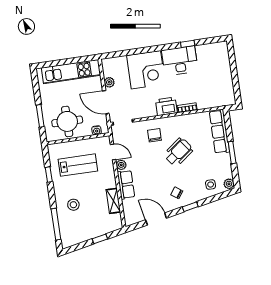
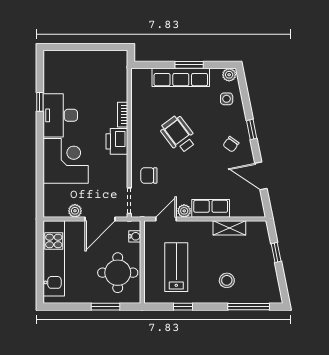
row of seats: (219, 131) -> (181, 77), moved
chair: (155, 135) -> (149, 175), moved
door: (156, 219) -> (261, 176), hinge flipped

